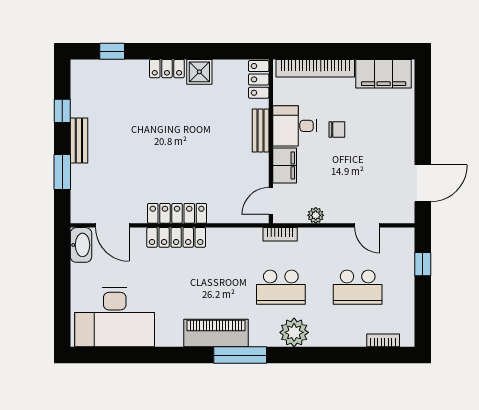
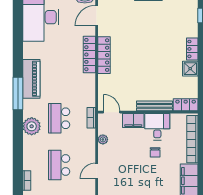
bench: (261, 130) -> (155, 106), width x1.36

